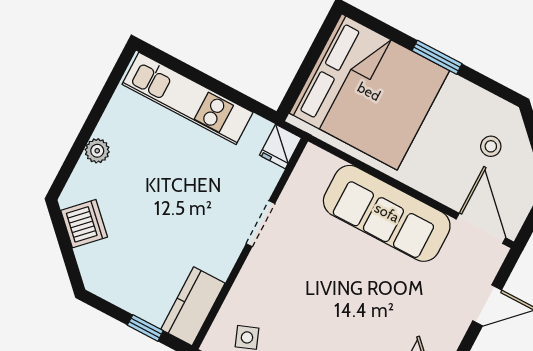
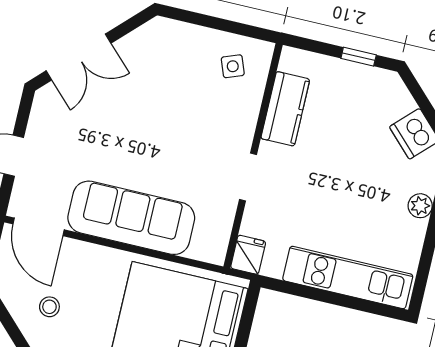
kitchen counter: (193, 306) -> (285, 109), moved
window: (145, 328) -> (359, 57), moved

